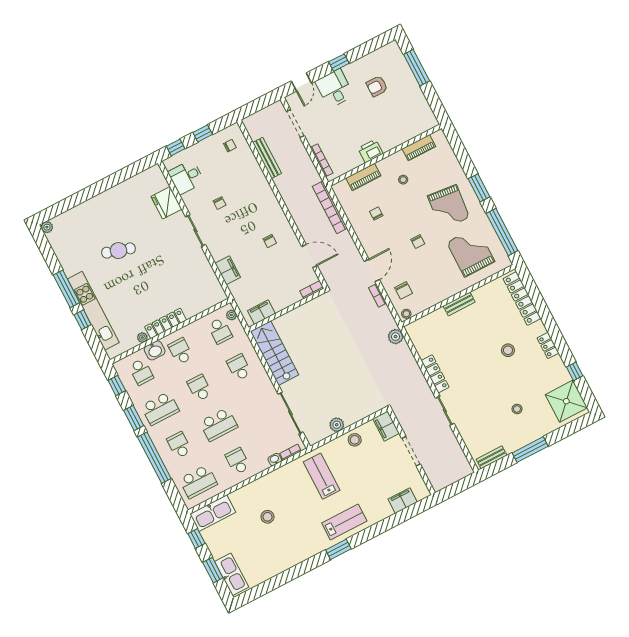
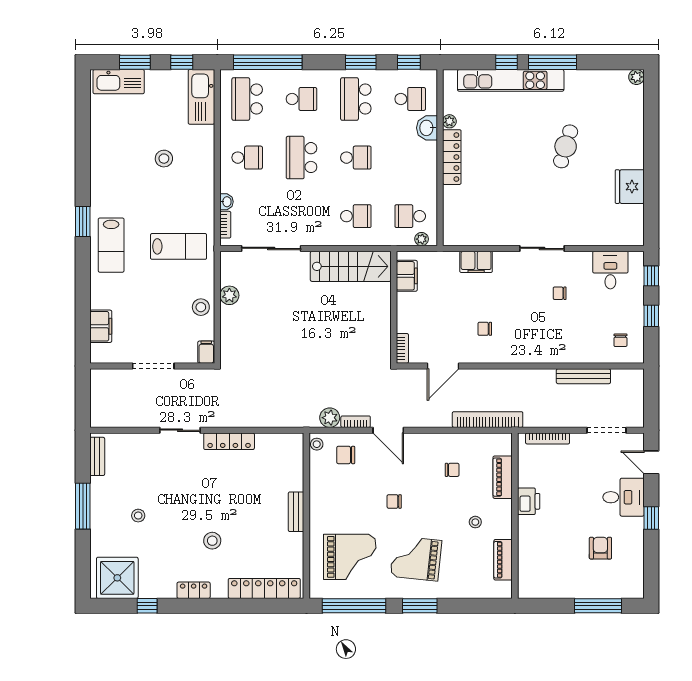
fridge: (166, 203) -> (630, 187), moved, turned -90
plant: (396, 337) -> (330, 418), moved
school desk: (181, 351) -> (410, 158), removed
school desk: (141, 372) -> (410, 99), turned 180
filing cabinet: (386, 426) -> (206, 352), width x0.50
window: (154, 458) -> (268, 62), moved

